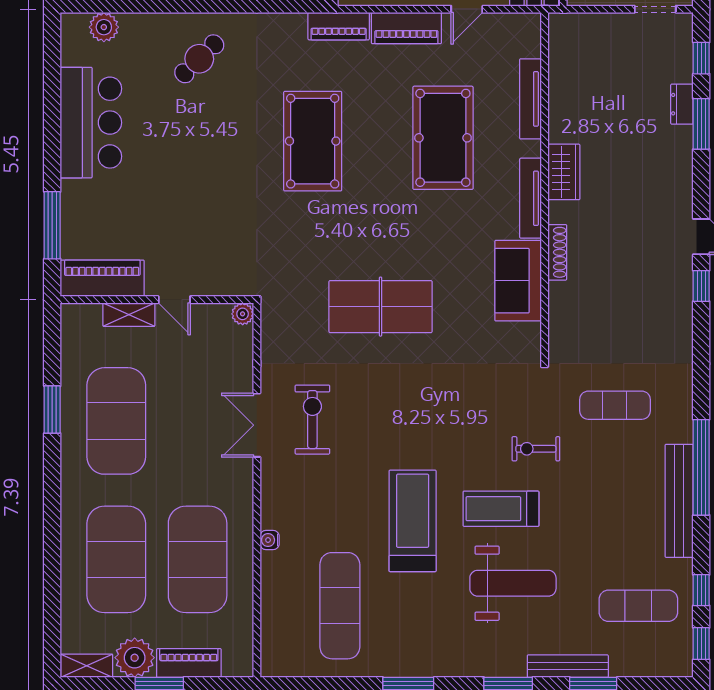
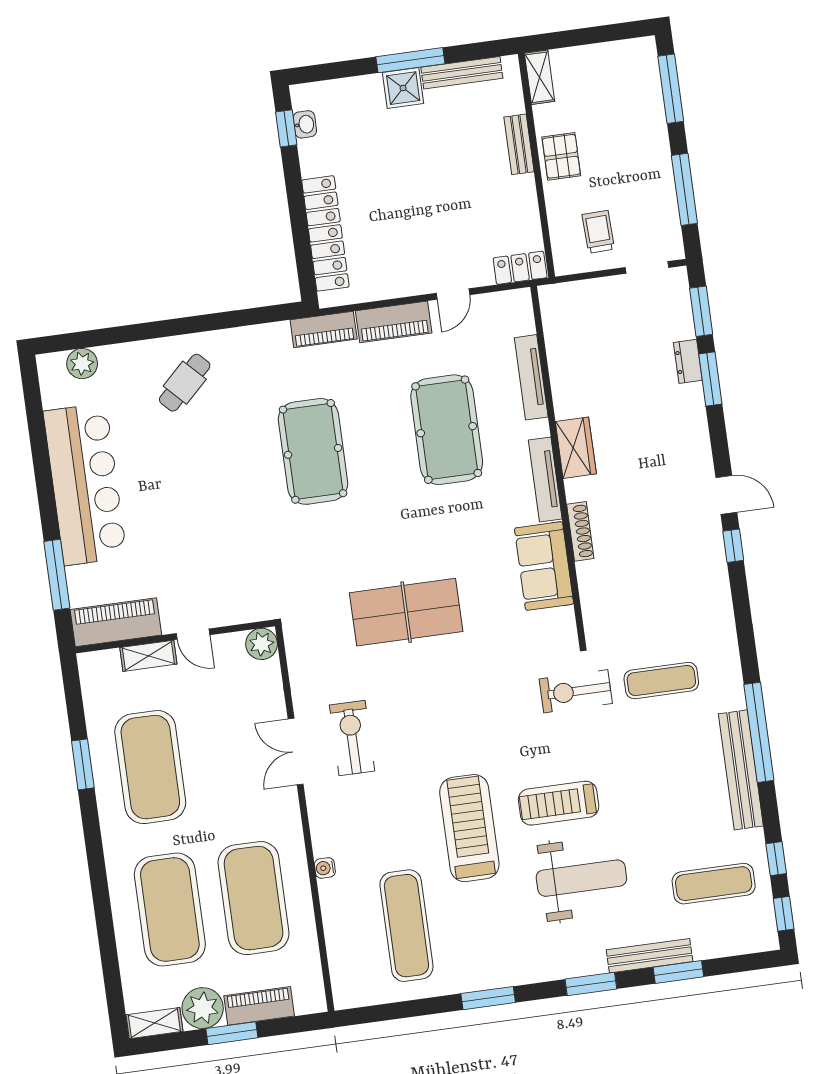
window: (701, 58) -> (701, 311), width x1.50
bar counter: (91, 123) -> (85, 484), width x1.36
plant: (243, 314) -> (262, 644), width x1.38, depth x1.38
exercise bike: (536, 449) -> (576, 691), moved, width x1.38, depth x1.39

